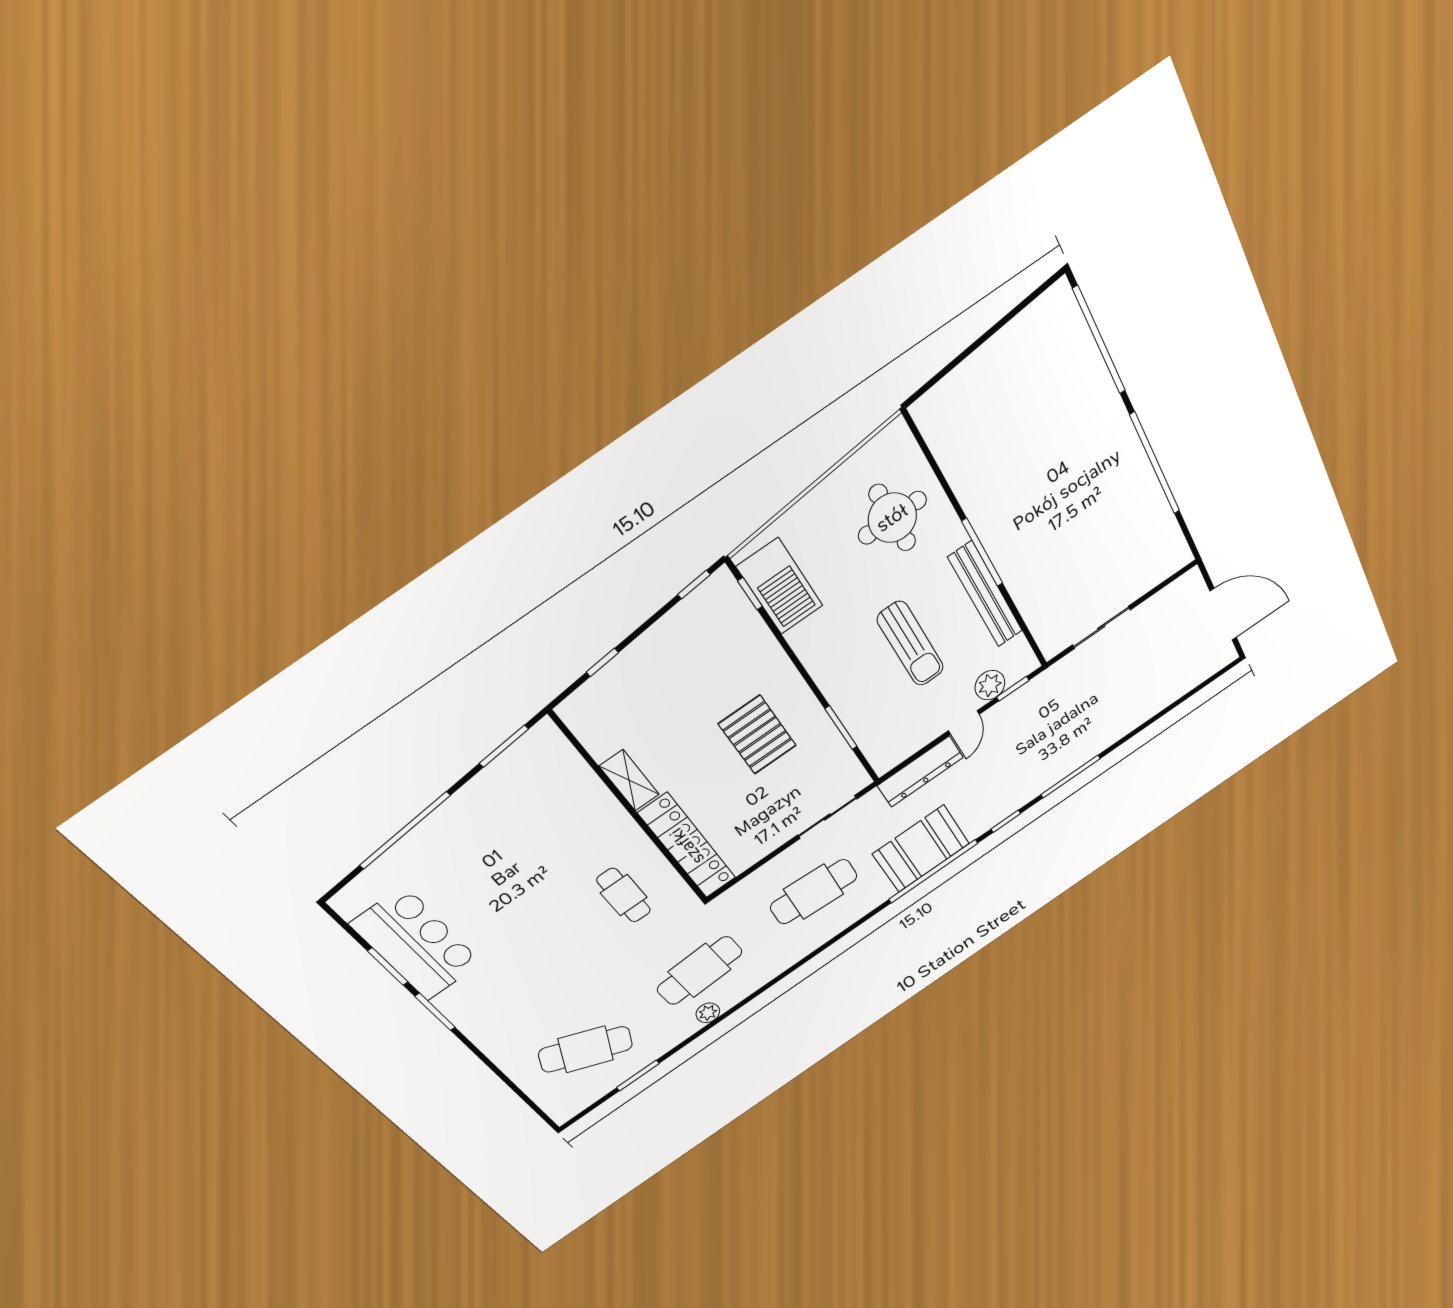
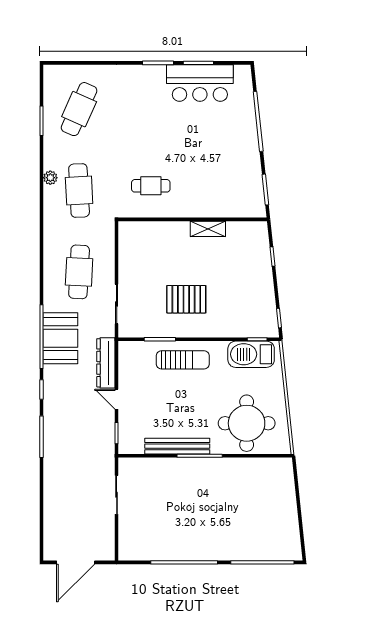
round table: (892, 518) -> (247, 423), width x1.36, depth x1.36
sun lounger: (910, 644) -> (183, 360), moved, turned 180
plant: (990, 685) -> (127, 423), removed
locker: (687, 846) -> (154, 231), removed

